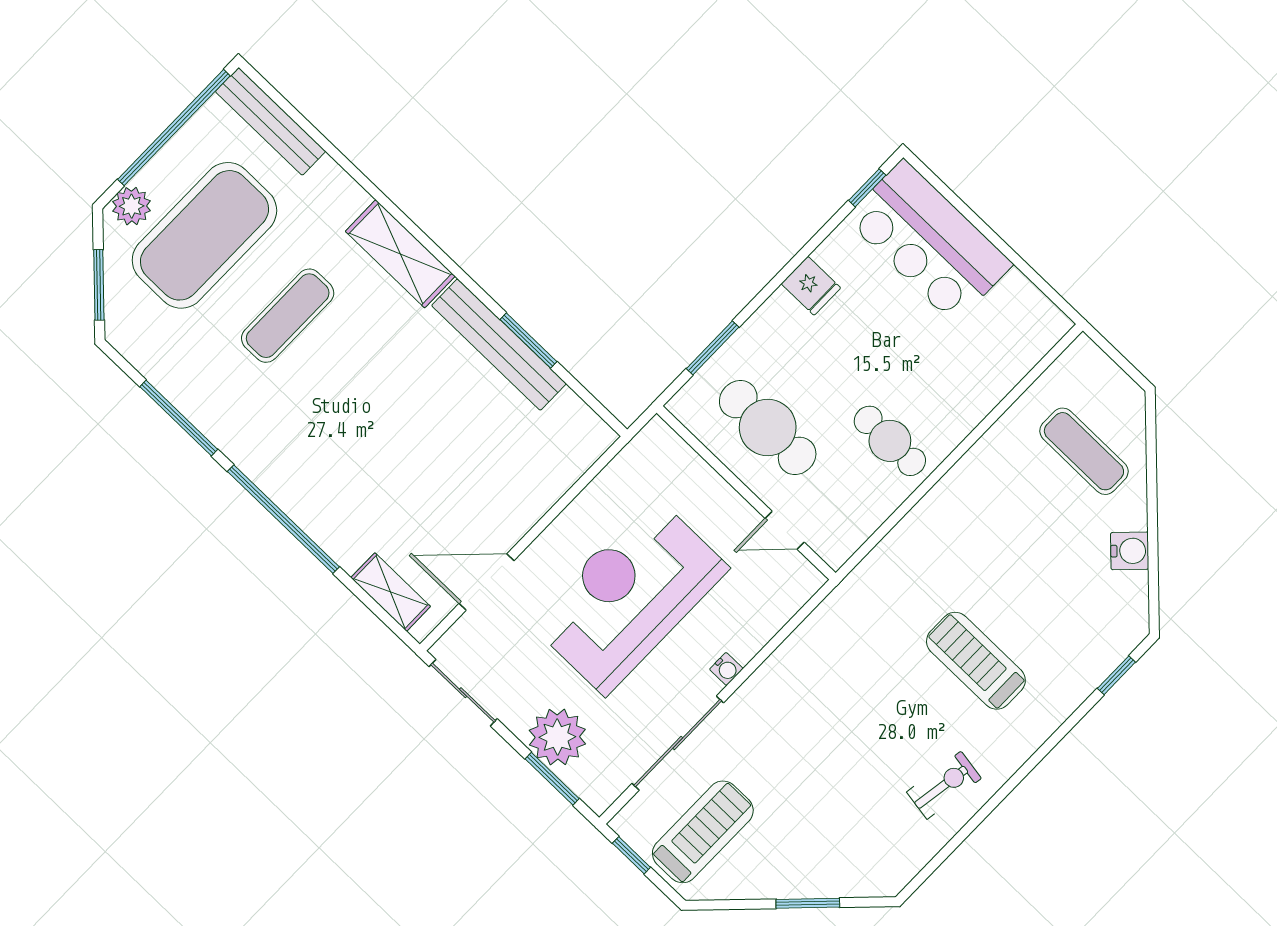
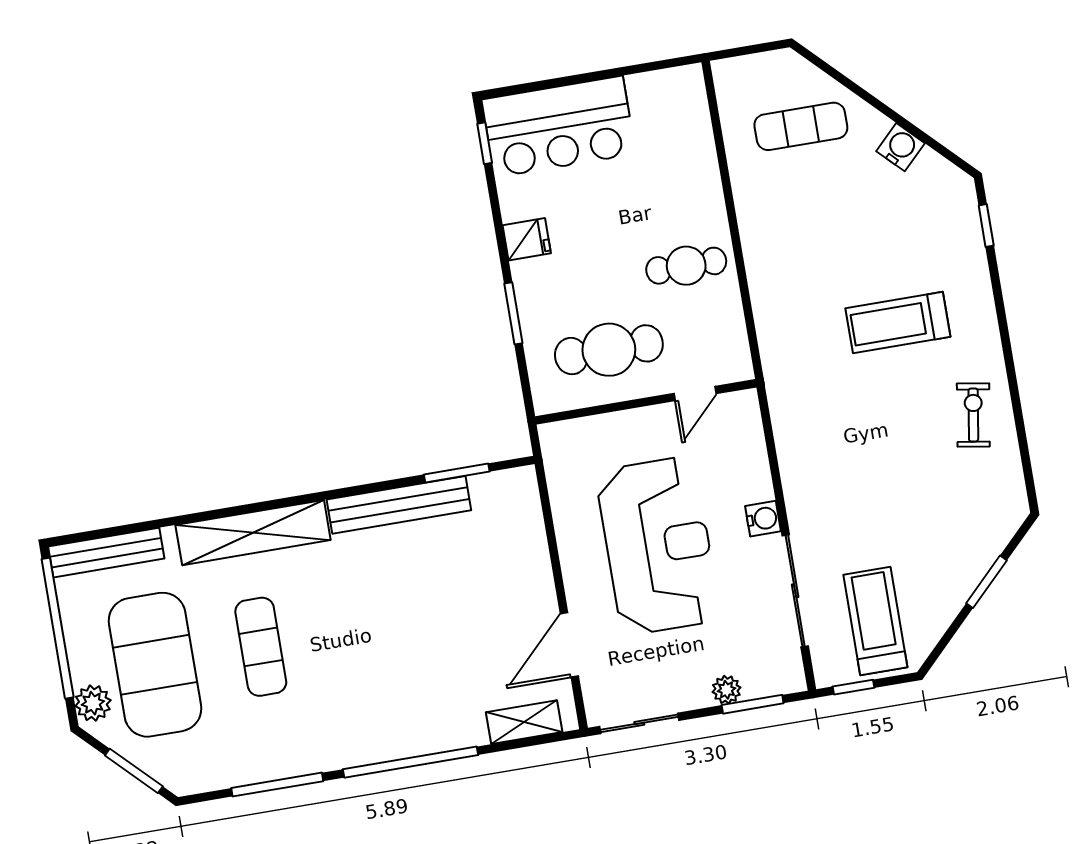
shelving: (400, 254) -> (253, 533), width x1.47
window: (528, 341) -> (457, 473), moved
window: (713, 348) -> (513, 313), moved
reception desk: (629, 595) -> (658, 546), turned 180
water cooler: (726, 669) -> (763, 519), width x1.38, depth x1.38
plant: (557, 737) -> (726, 690), width x0.53, depth x0.53

